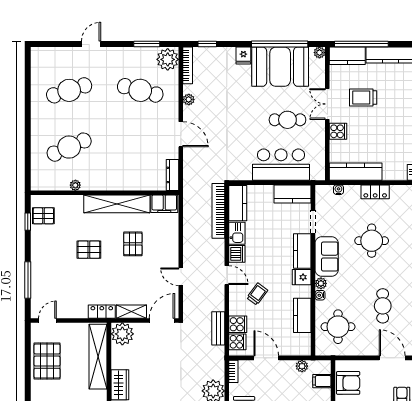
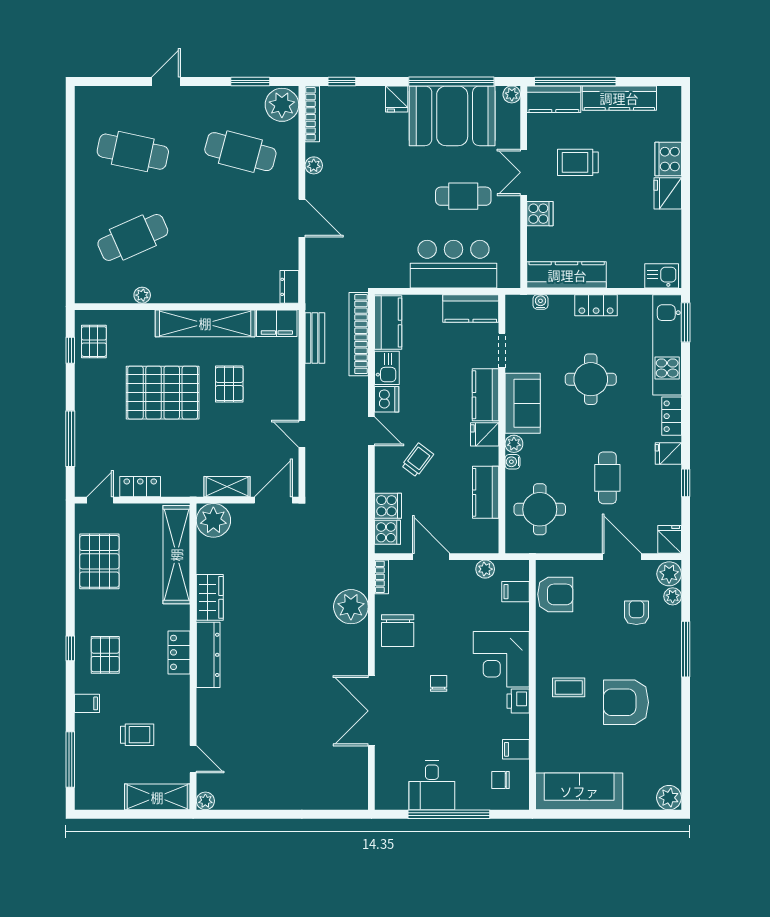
cafe table: (69, 90) -> (133, 152), turned 30
dresser: (173, 175) -> (289, 287), width x0.70
pallet: (43, 216) -> (94, 342), turned 90
pallet: (89, 250) -> (163, 393), width x2.05, depth x2.00
locker: (102, 312) -> (140, 487), moved
bench: (218, 328) -> (315, 338), moved

